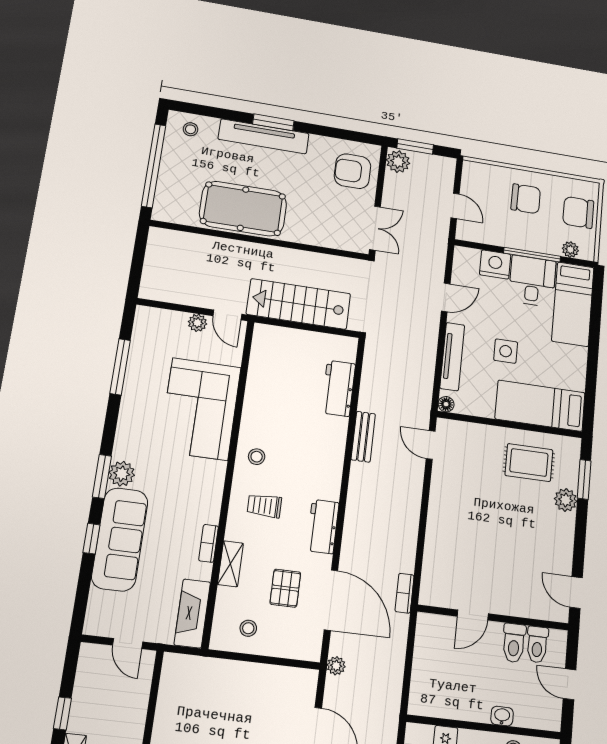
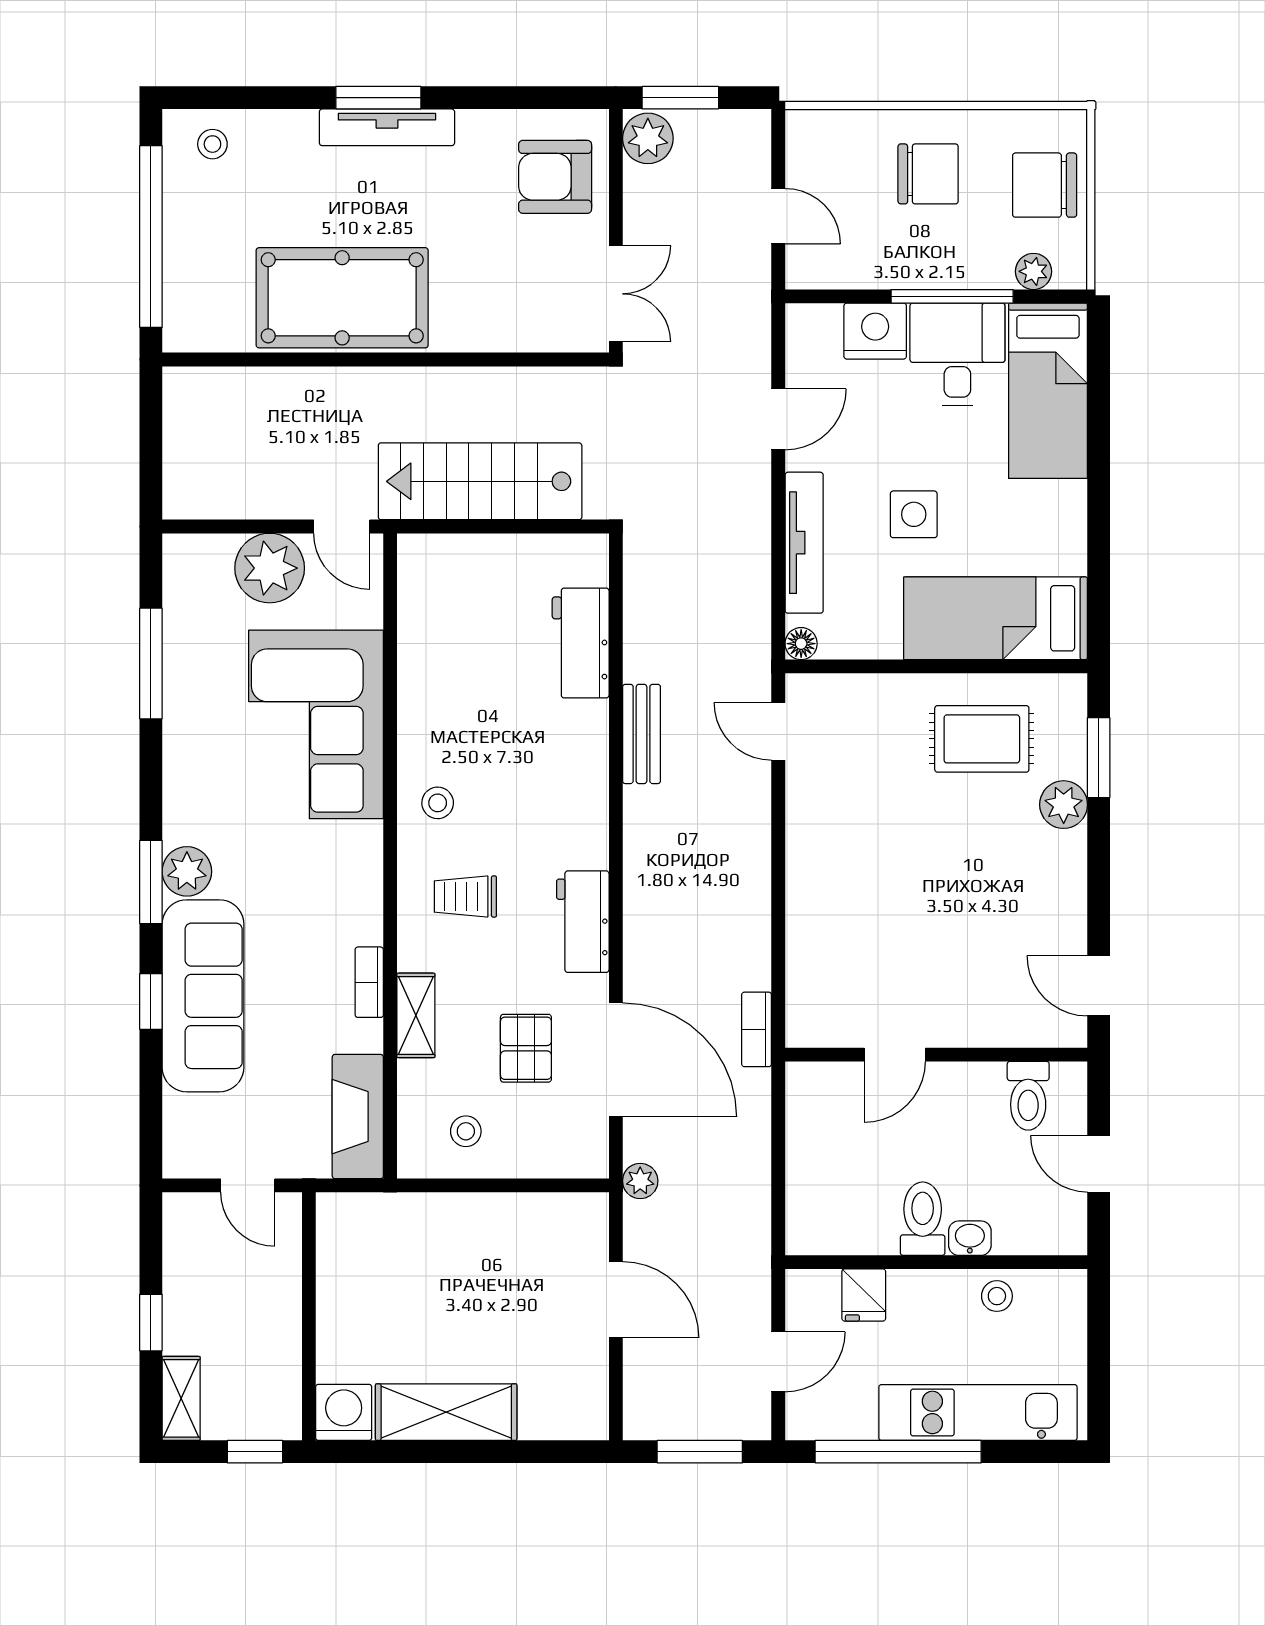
tv unit: (264, 136) -> (387, 127), width x0.73, depth x0.78
plant: (197, 323) -> (270, 568), width x1.88, depth x1.88
toilet: (514, 643) -> (923, 1219), moved, turned 180

